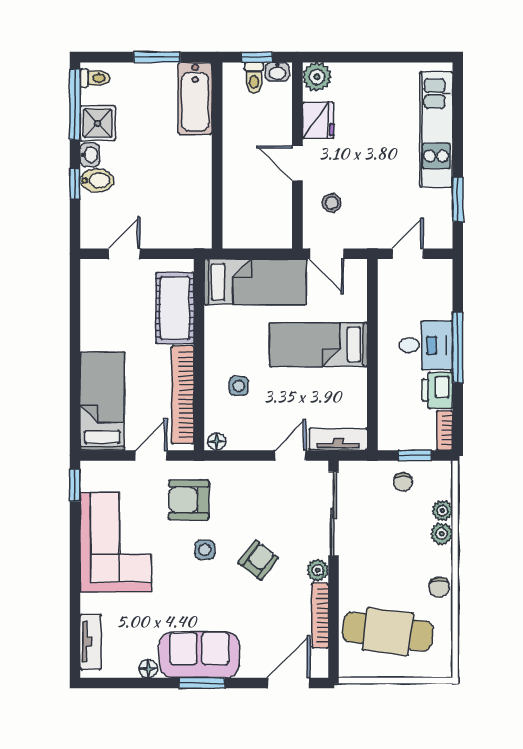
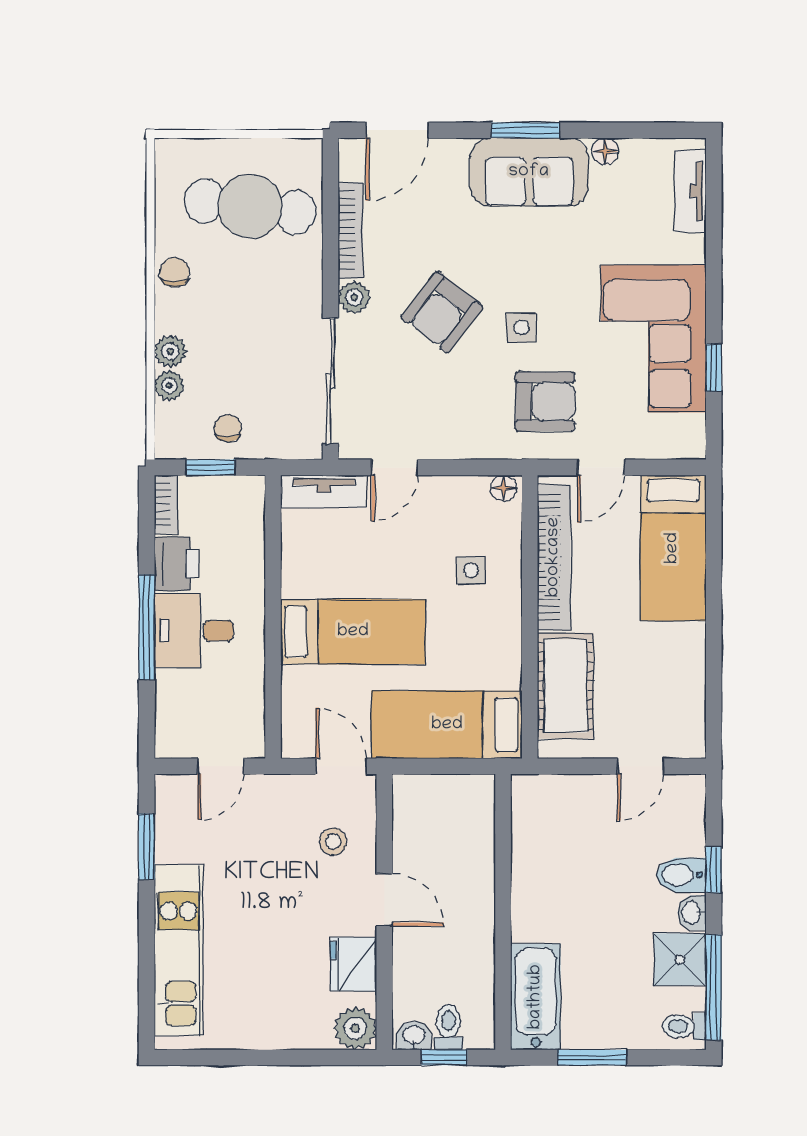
window: (75, 485) -> (714, 368), moved
armchair: (258, 560) -> (442, 312), width x1.38, depth x1.38

